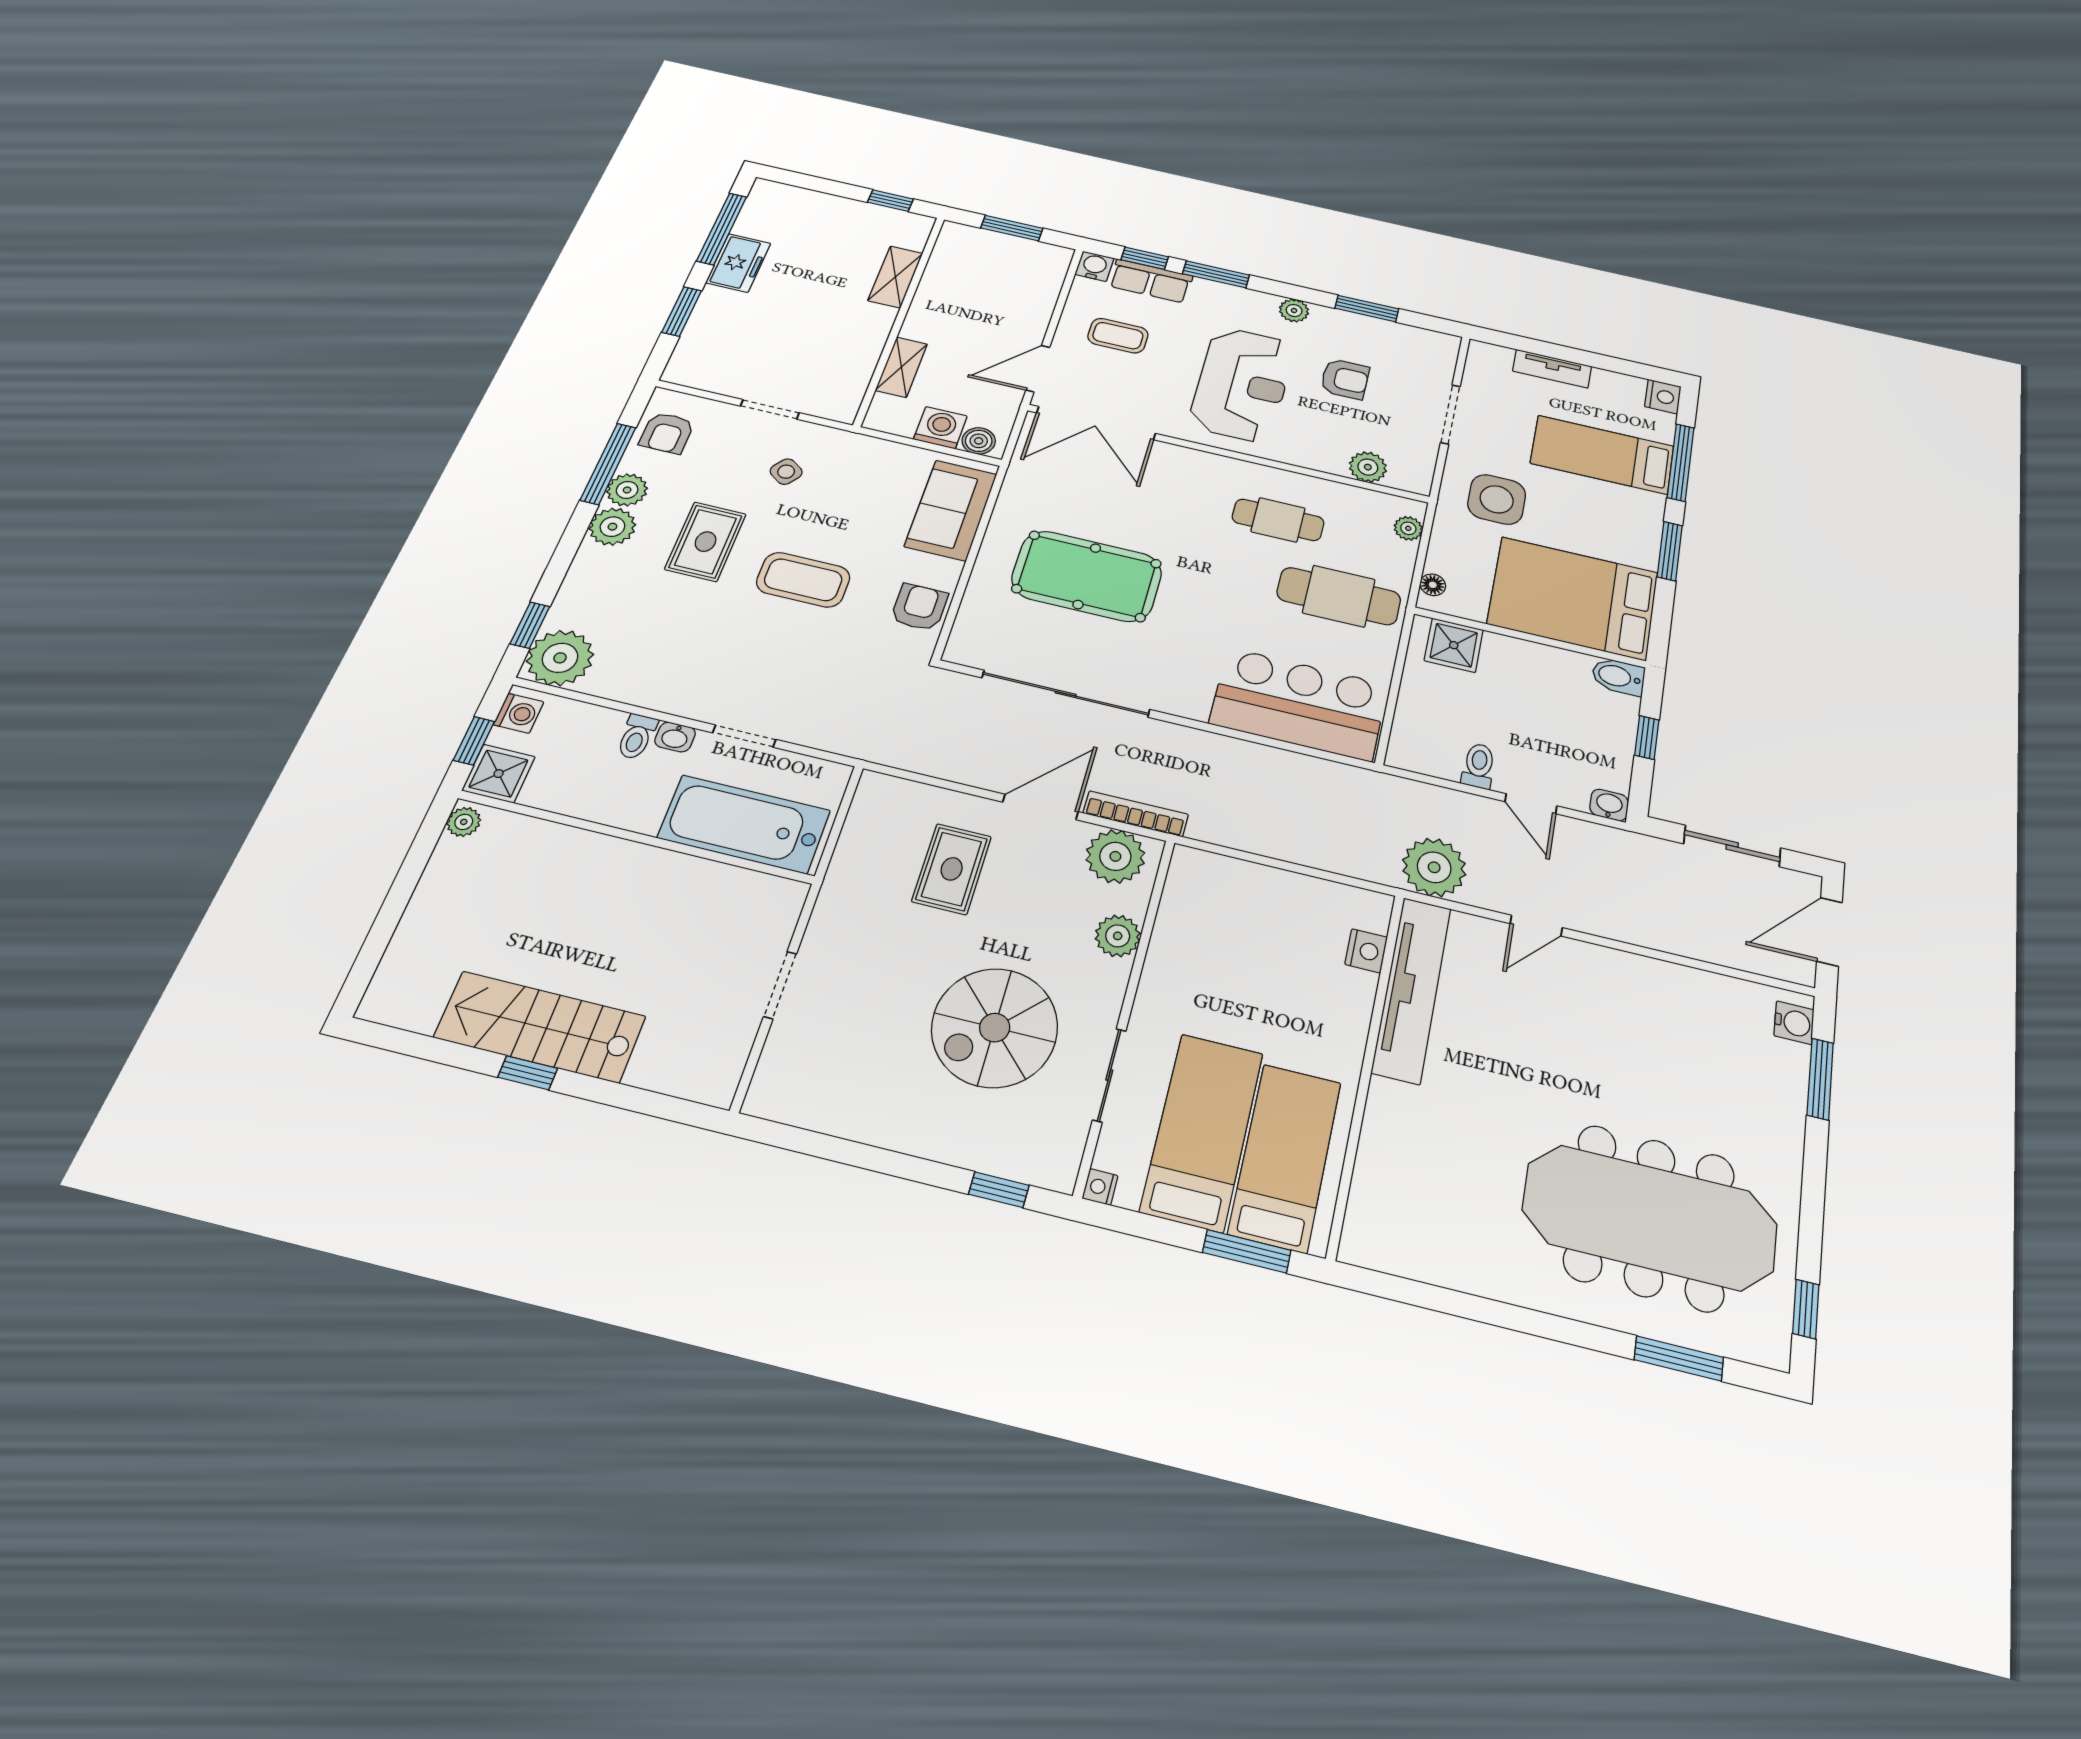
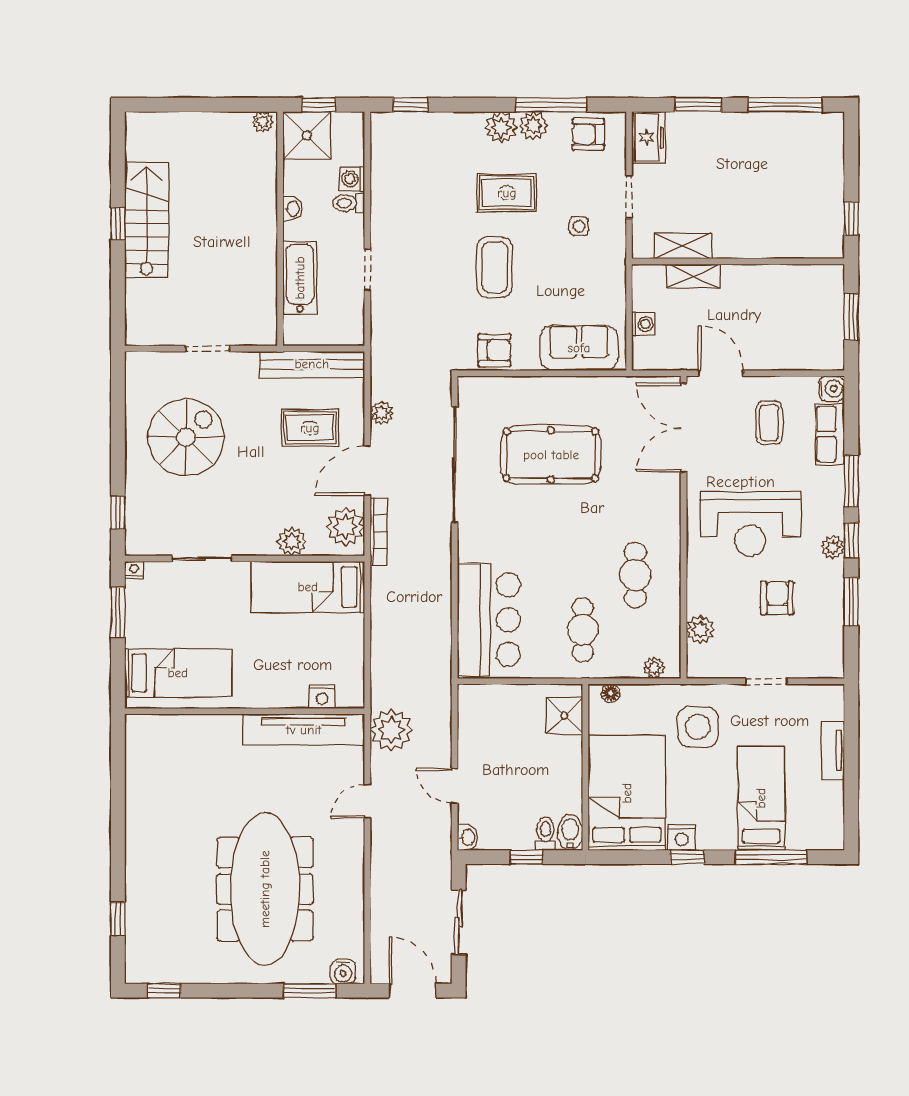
window: (1145, 258) -> (851, 540), moved
freezer: (738, 263) -> (649, 137), moved, turned -90
shelving: (895, 277) -> (683, 246), moved
armchair: (1345, 379) -> (777, 598), turned 180
nightstand: (1663, 397) -> (682, 837), moved
doorway: (1450, 414) -> (767, 681), width x0.73
washing machine: (940, 428) -> (643, 324), width x0.73, depth x0.73
boiler: (979, 441) -> (644, 350), removed
side table: (786, 472) -> (579, 226), turned -36
window: (1670, 551) -> (687, 857), width x0.67
pool table: (1087, 576) -> (551, 455), turned 90
cafe table: (1339, 596) -> (583, 630), width x0.73, depth x0.74
plant: (560, 658) -> (382, 413), moved, width x0.53, depth x0.53
washing machine: (519, 713) -> (352, 179), moved, turned 90
washbasin: (675, 737) -> (292, 209), moved, turned 180
toilet: (1479, 766) -> (545, 834), moved, turned -90
shower: (499, 774) -> (307, 135), width x1.36, depth x1.36
door: (1531, 804) -> (455, 786), hinge flipped
door: (1040, 807) -> (367, 471), swing flipped
bathtub: (744, 824) -> (300, 278), width x0.73, depth x0.73
bench: (857, 843) -> (312, 364), added
door: (1536, 926) -> (367, 801), hinge flipped
spiral stairs: (995, 1028) -> (186, 437), moved, turned 90
bed: (1202, 1131) -> (308, 587), moved, turned 180
meeting table: (1650, 1217) -> (265, 889), moved
window: (1247, 1251) -> (118, 613), moved
window: (1679, 1358) -> (118, 919), width x0.67

